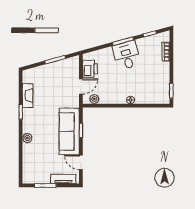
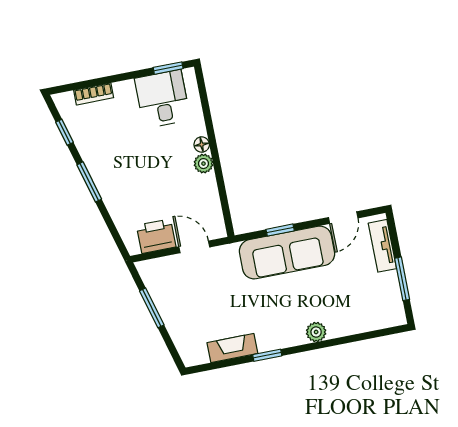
desk: (127, 55) -> (162, 99), moved, turned 105
plant: (94, 99) -> (203, 164), moved

